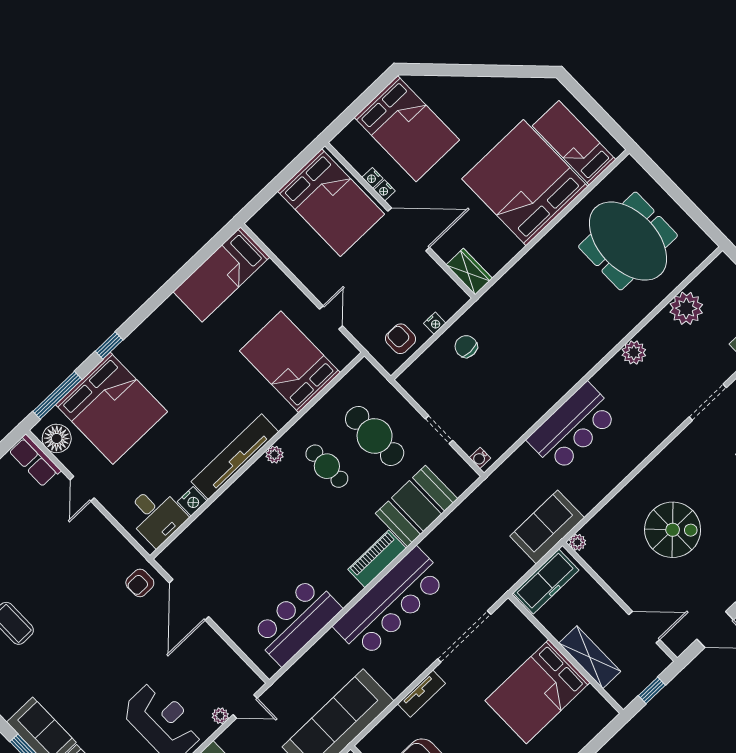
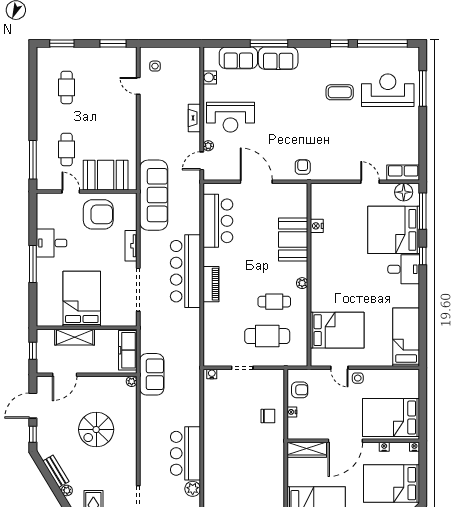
nightstand: (384, 190) -> (414, 447), moved
wardrobe: (469, 272) -> (307, 450), width x1.50
side table: (322, 285) -> (358, 378), added
bar counter: (573, 427) -> (185, 453), moved
tv unit: (235, 457) -> (318, 264), removed
booth: (417, 506) -> (293, 239), moved
desk: (156, 515) -> (404, 269), moved, turned 180
door: (189, 600) -> (256, 182), moved

